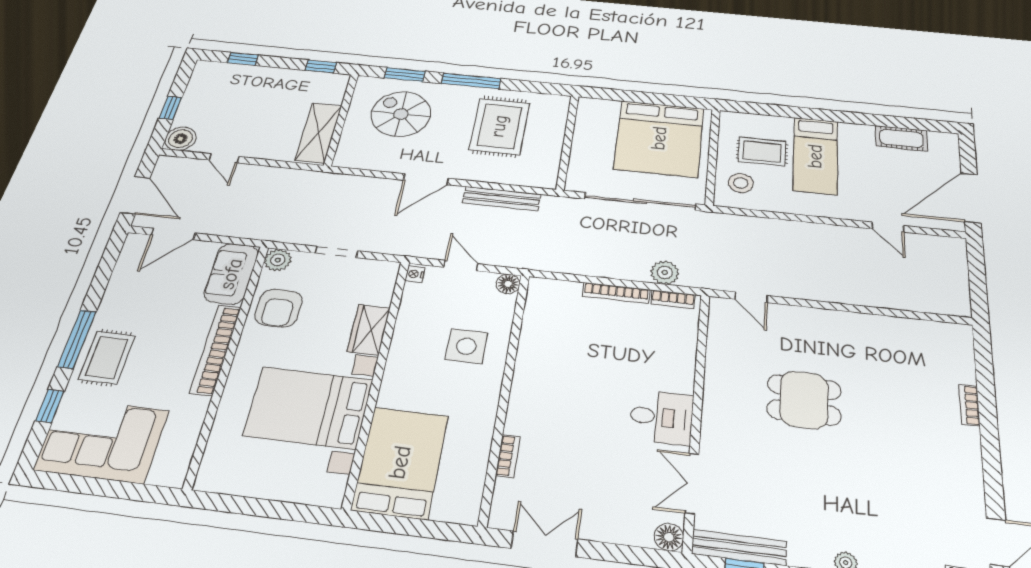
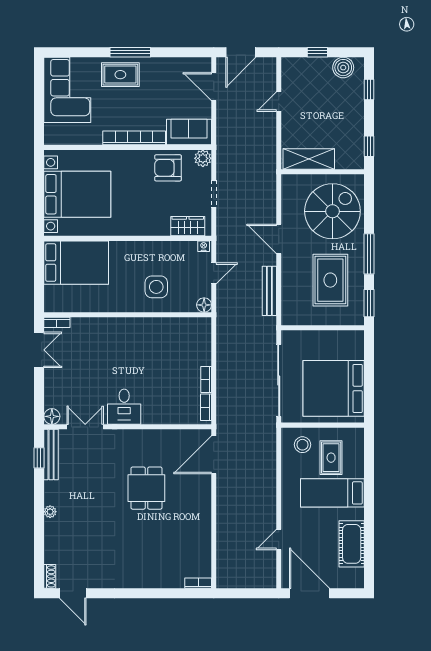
window: (405, 75) -> (369, 303), moved
spiral stairs: (401, 114) -> (332, 211), width x1.37, depth x1.37
rug: (499, 126) -> (330, 280), turned 90
cot: (901, 138) -> (352, 544), width x1.37, depth x1.34
boiler: (181, 139) -> (343, 68), moved
plant: (665, 273) -> (225, 401), removed
bookcase: (616, 293) -> (206, 380), width x0.64
door: (751, 297) -> (214, 455), width x1.88
wardrobe: (369, 330) -> (188, 226), moved
bookcase: (969, 405) -> (198, 583), moved
window: (50, 406) -> (84, 52), removed
bed with nightstands: (309, 408) -> (77, 194), moved, turned 90
bookcase: (508, 456) -> (57, 322), moved

